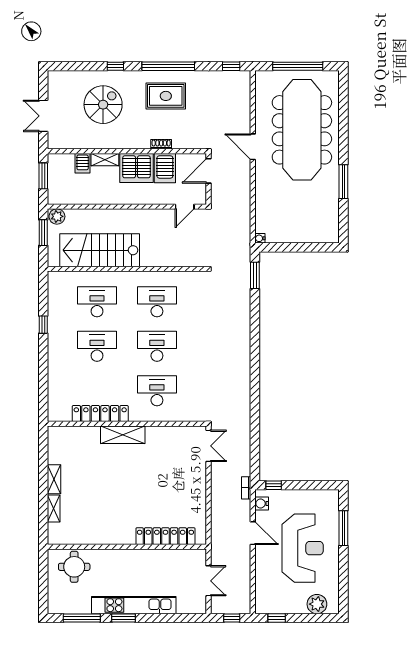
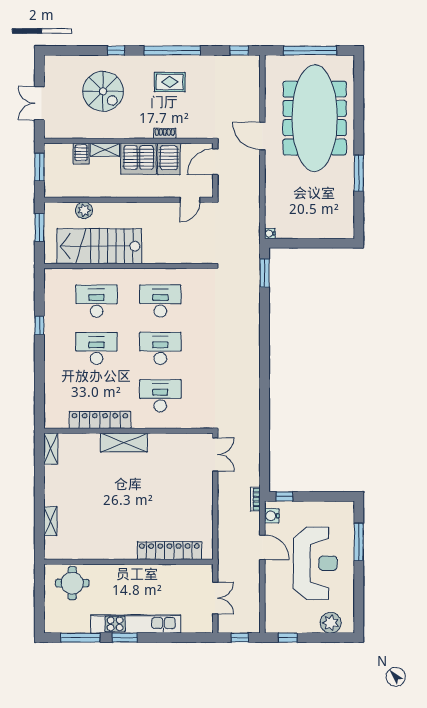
rug: (166, 96) -> (170, 82), width x0.73, depth x0.70
spiral stairs: (103, 105) -> (103, 91), turned 90
plant: (57, 216) -> (84, 210), moved
shelving: (54, 479) -> (51, 449), moved

